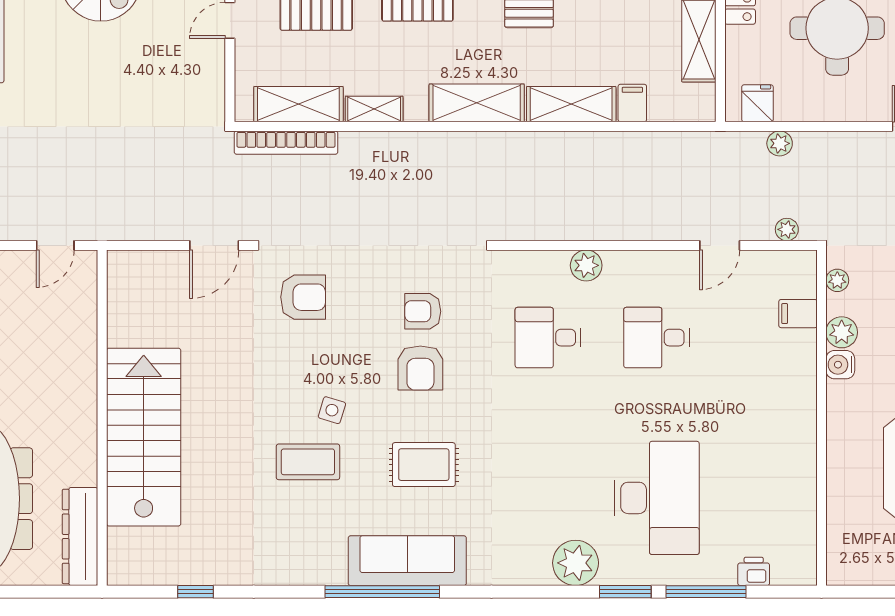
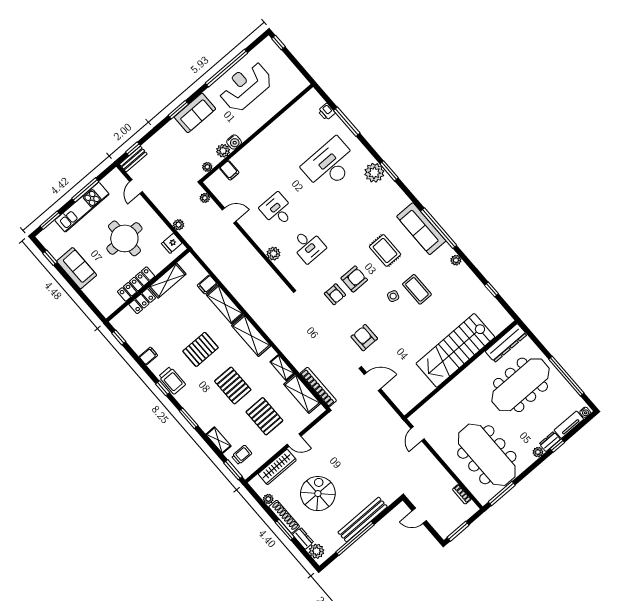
door: (55, 245) -> (417, 434), swing flipped
desk: (657, 338) -> (277, 210), turned 180
plant: (300, 574) -> (456, 260), added
window: (625, 592) -> (389, 171), moved

